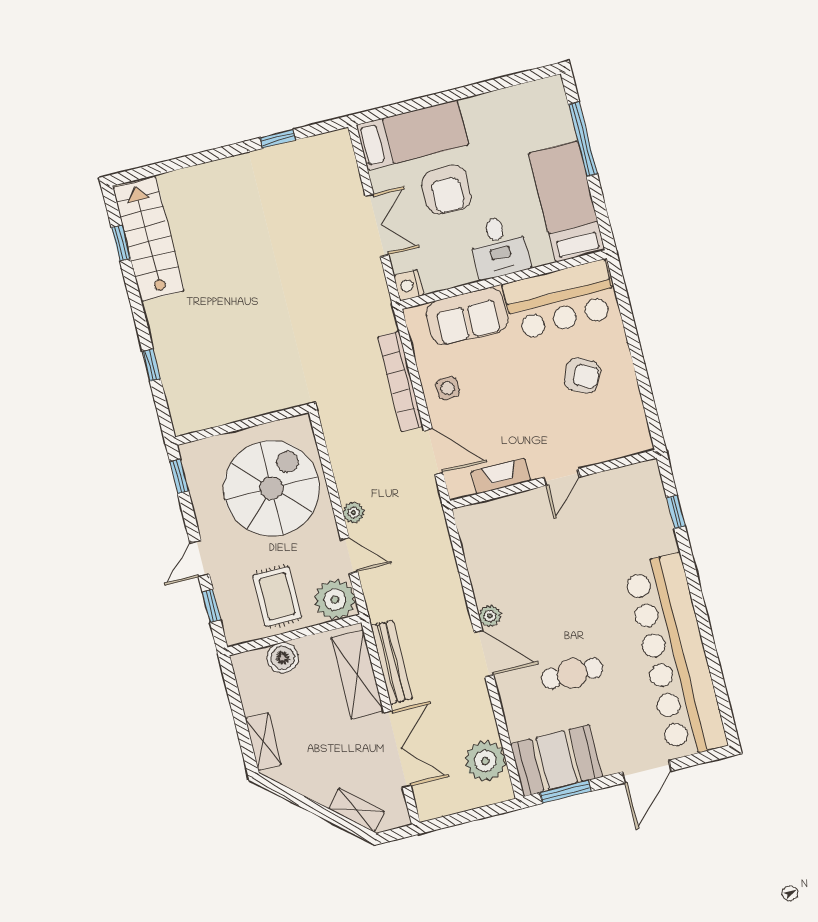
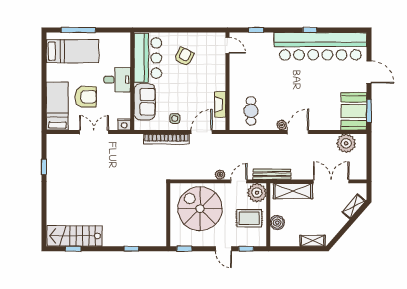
bed: (567, 202) -> (72, 51), moved, turned 180
door: (562, 477) -> (227, 45), moved
window: (704, 626) -> (310, 30), added
bench: (392, 662) -> (272, 174), moved
cafe table: (572, 673) -> (251, 111), moved

